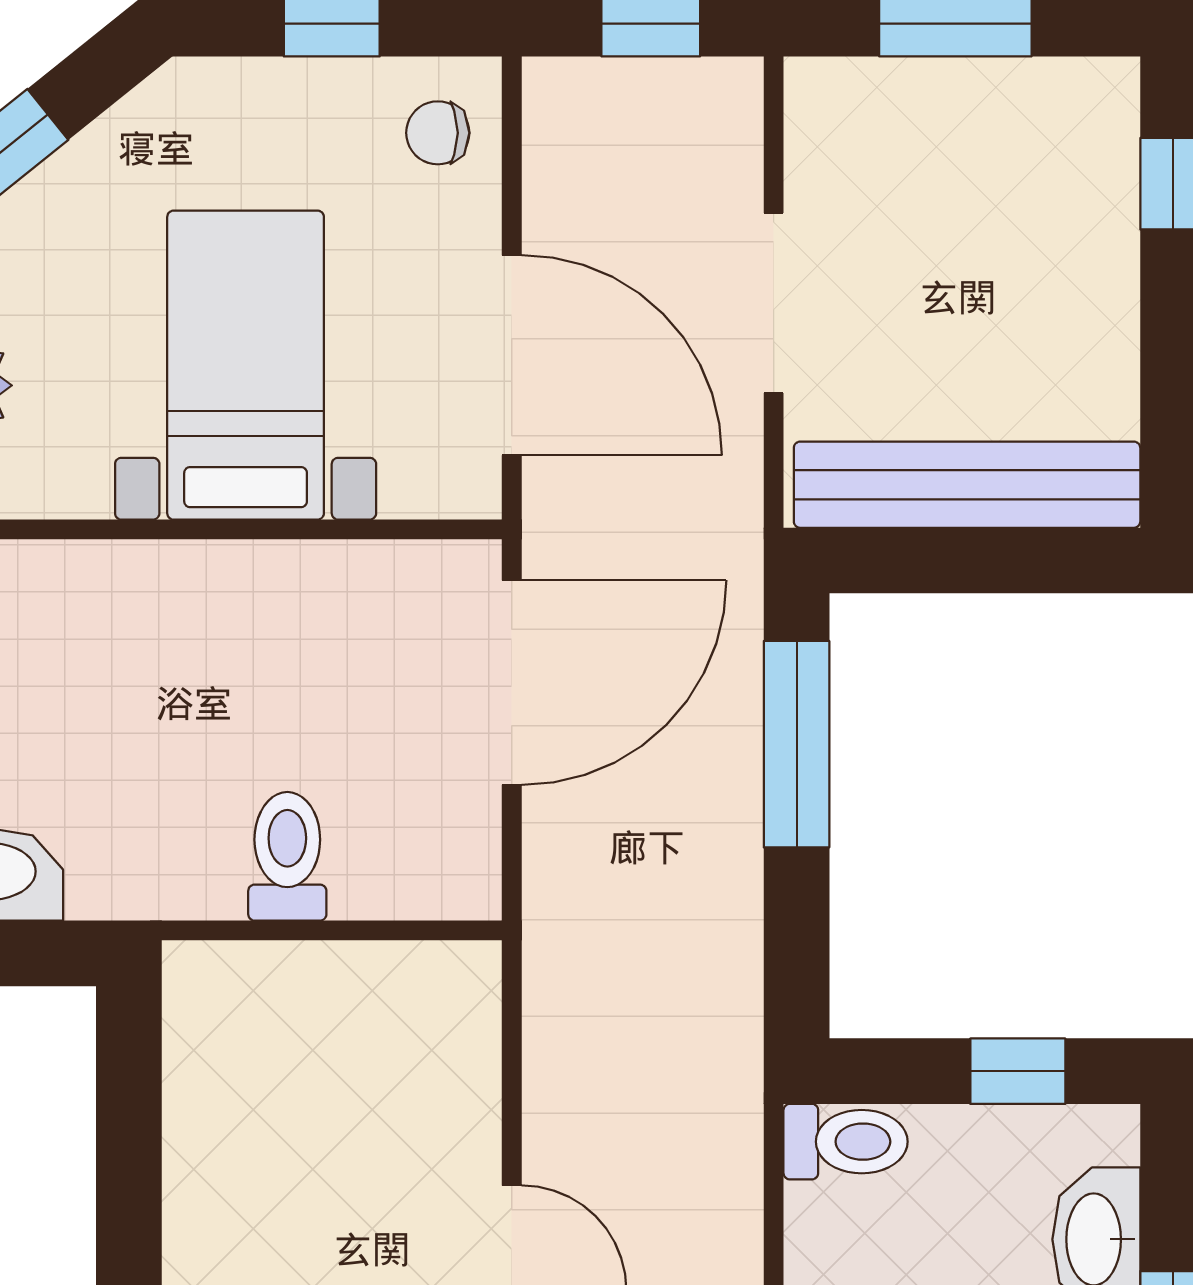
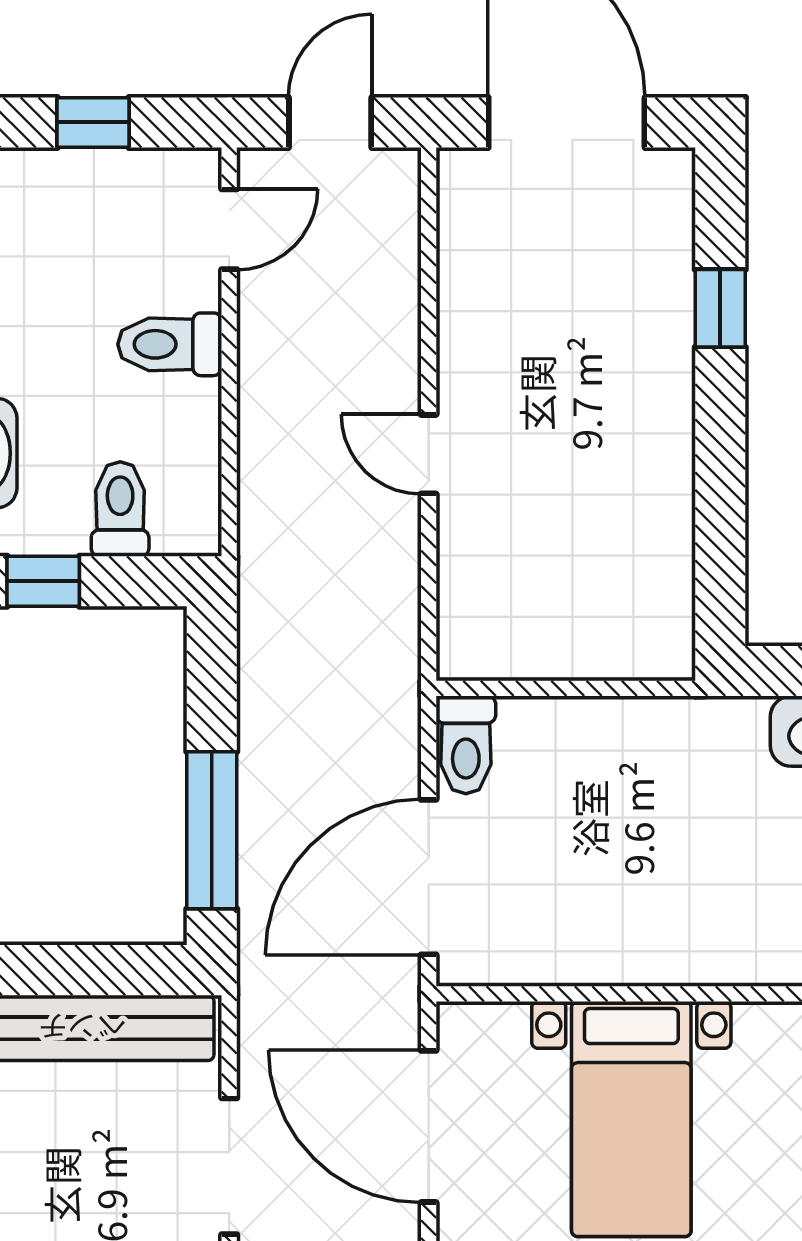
toilet: (287, 856) -> (466, 745), moved
toilet: (846, 1142) -> (120, 509), moved, turned 90

